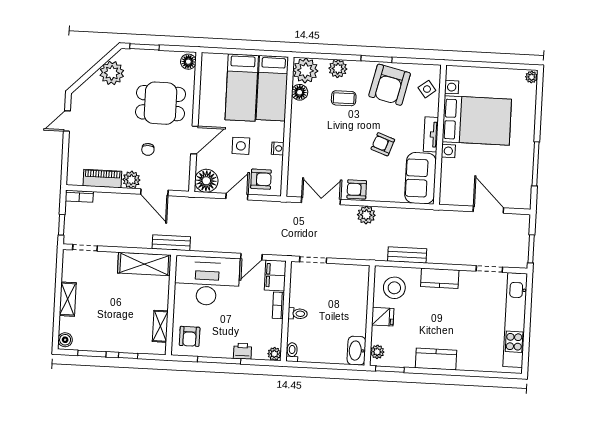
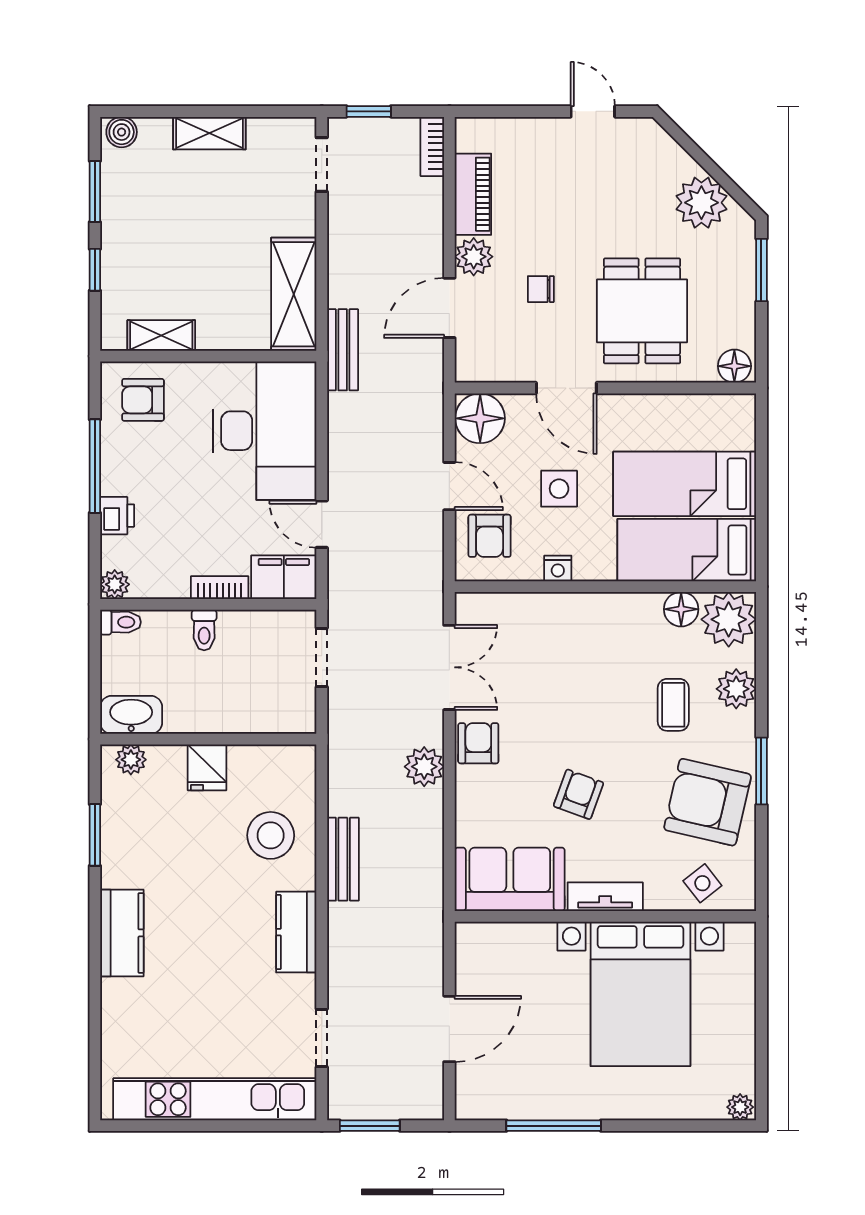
wall: (370, 315) -> (208, 739), moved
fridge: (383, 317) -> (207, 767), moved
washbasin: (356, 351) -> (131, 715), moved
plant: (377, 352) -> (131, 760), moved

